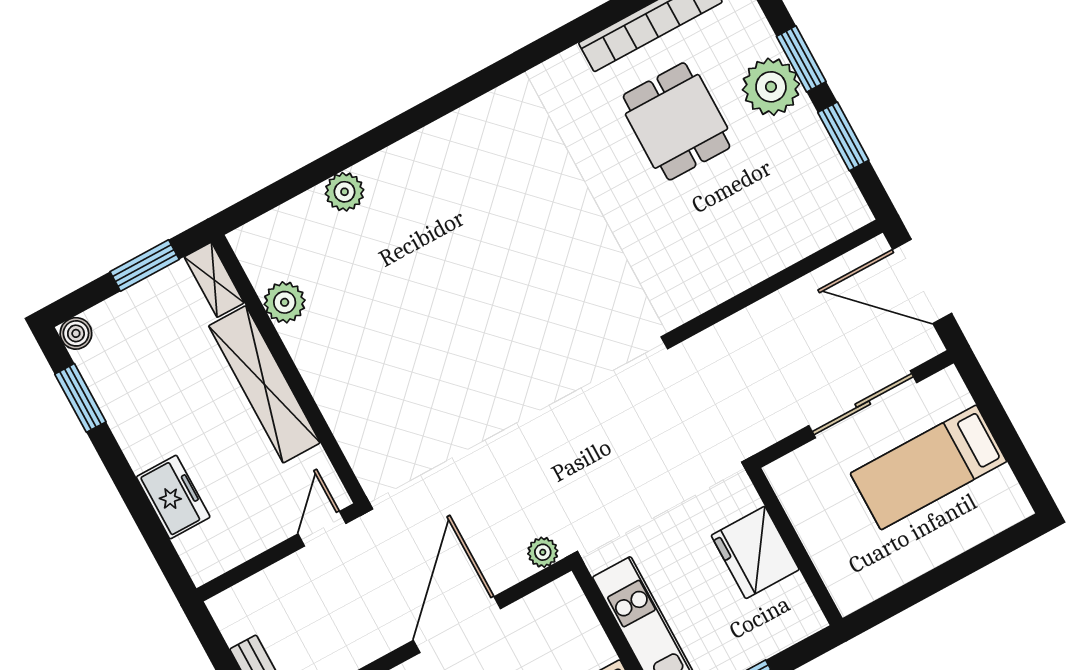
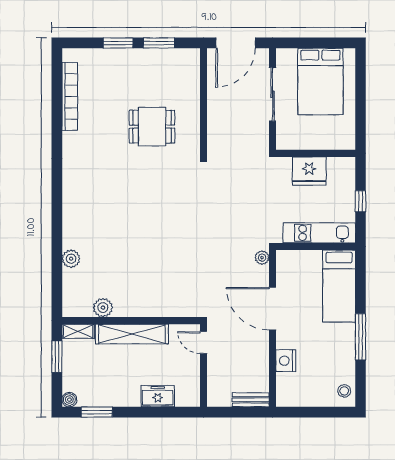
plant: (771, 87) -> (123, 61), removed
dining table: (677, 121) -> (152, 127), moved
bed: (929, 467) -> (320, 81), width x1.50

